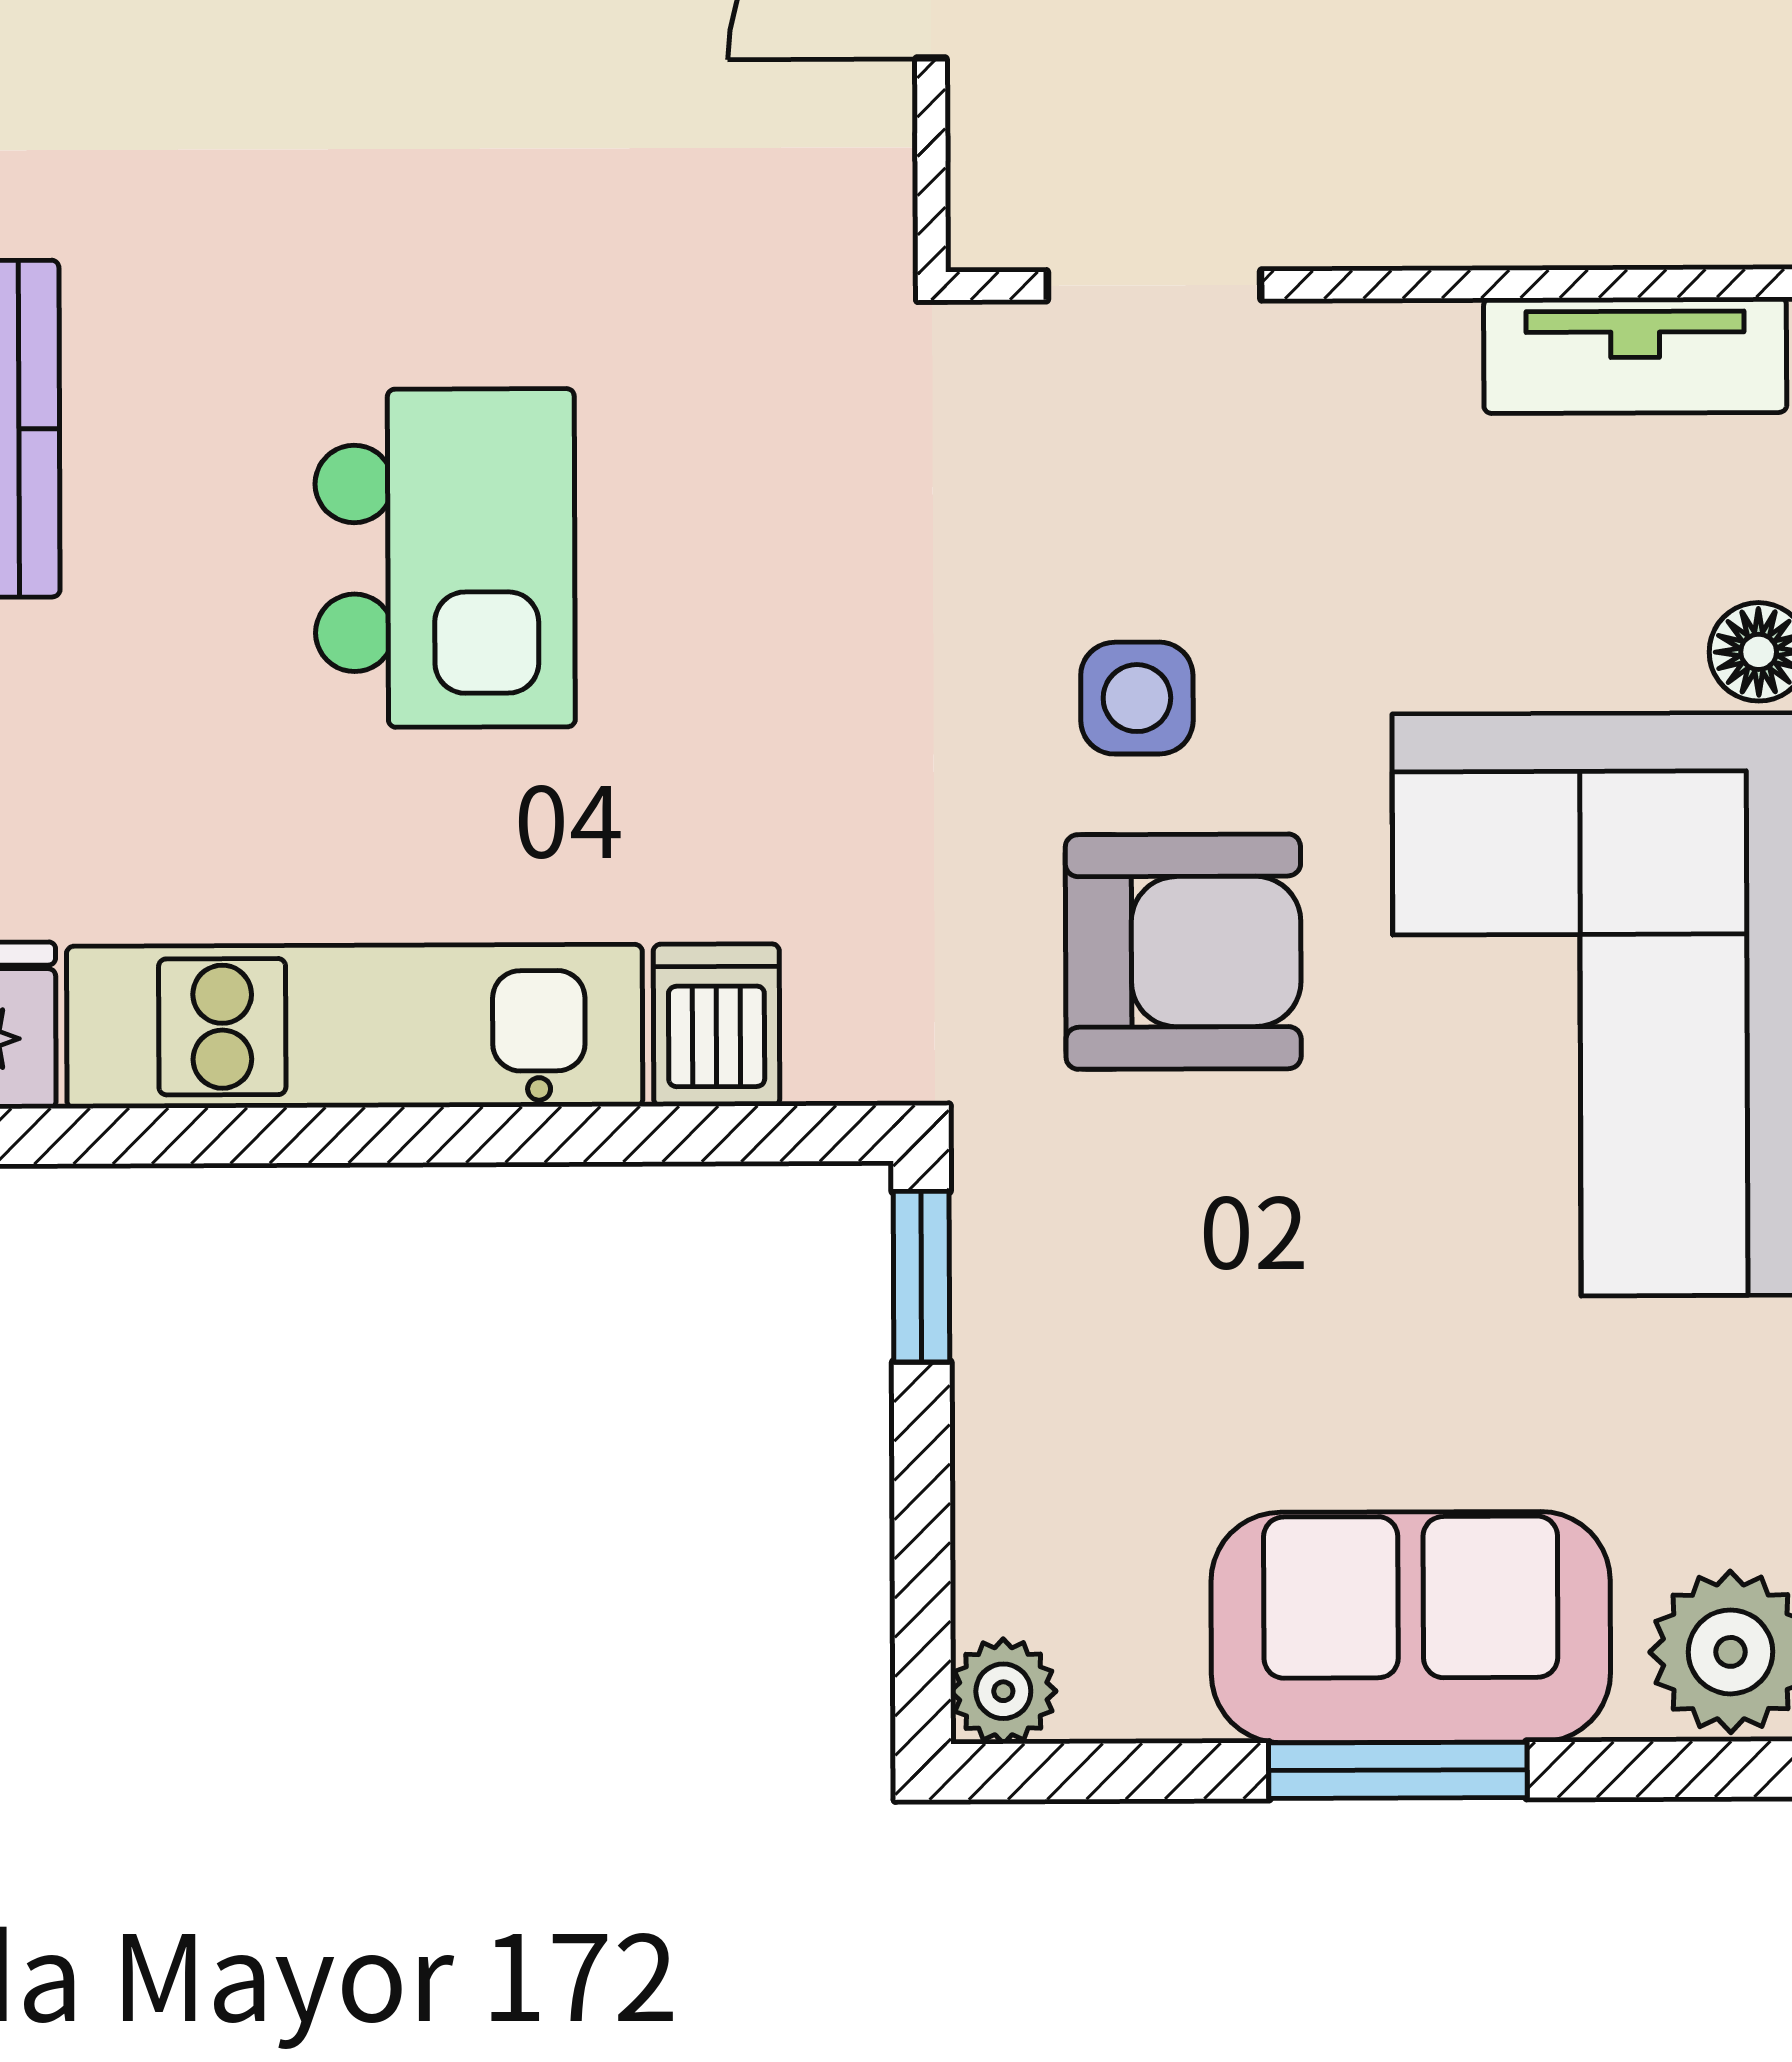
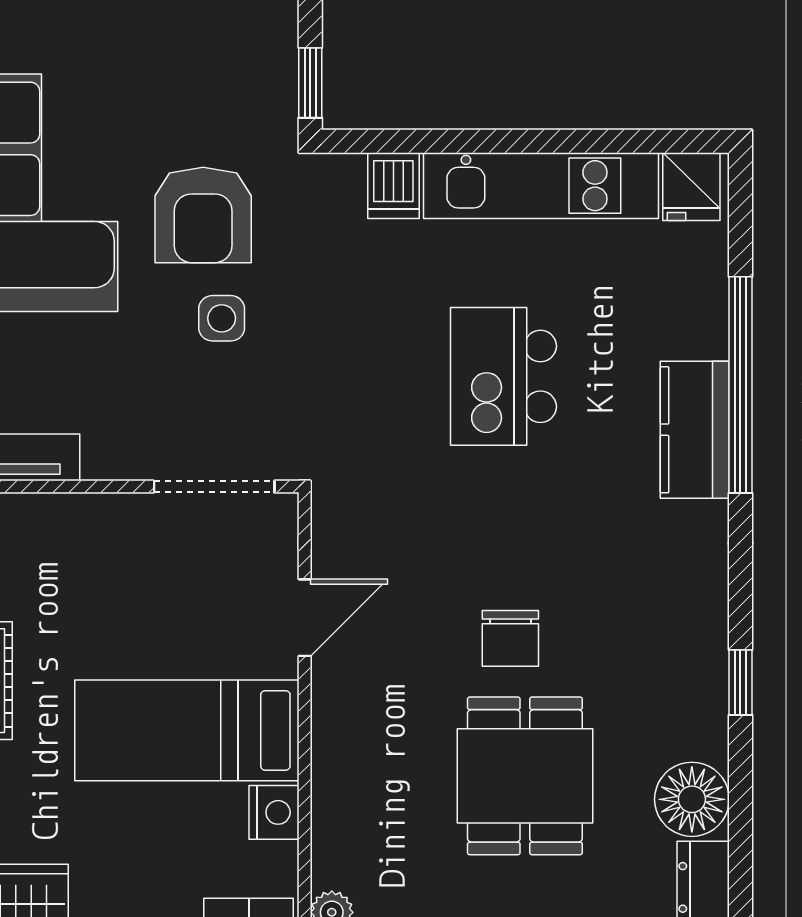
doorway: (1154, 285) -> (214, 487), width x1.38
armchair: (1183, 952) -> (203, 215), turned -90

